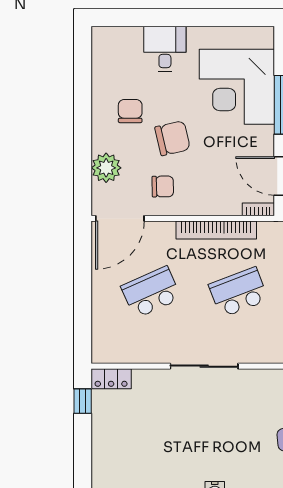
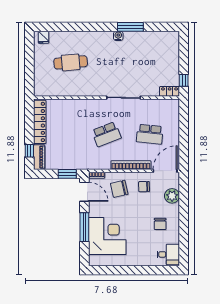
desk: (165, 49) -> (168, 254), moved, turned -90
chair: (172, 138) -> (119, 189), moved
bookcase: (216, 230) -> (131, 165), moved
school desk: (151, 292) -> (150, 134), turned 30

